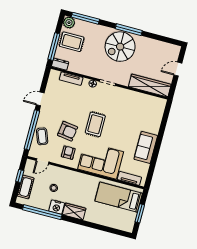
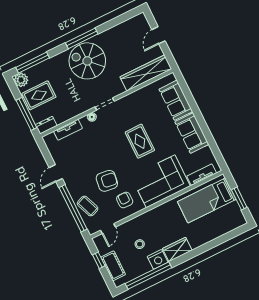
spiral stairs: (120, 47) -> (87, 61), turned 90
sofa: (153, 119) -> (176, 100), added
rug: (95, 124) -> (140, 141), moved

